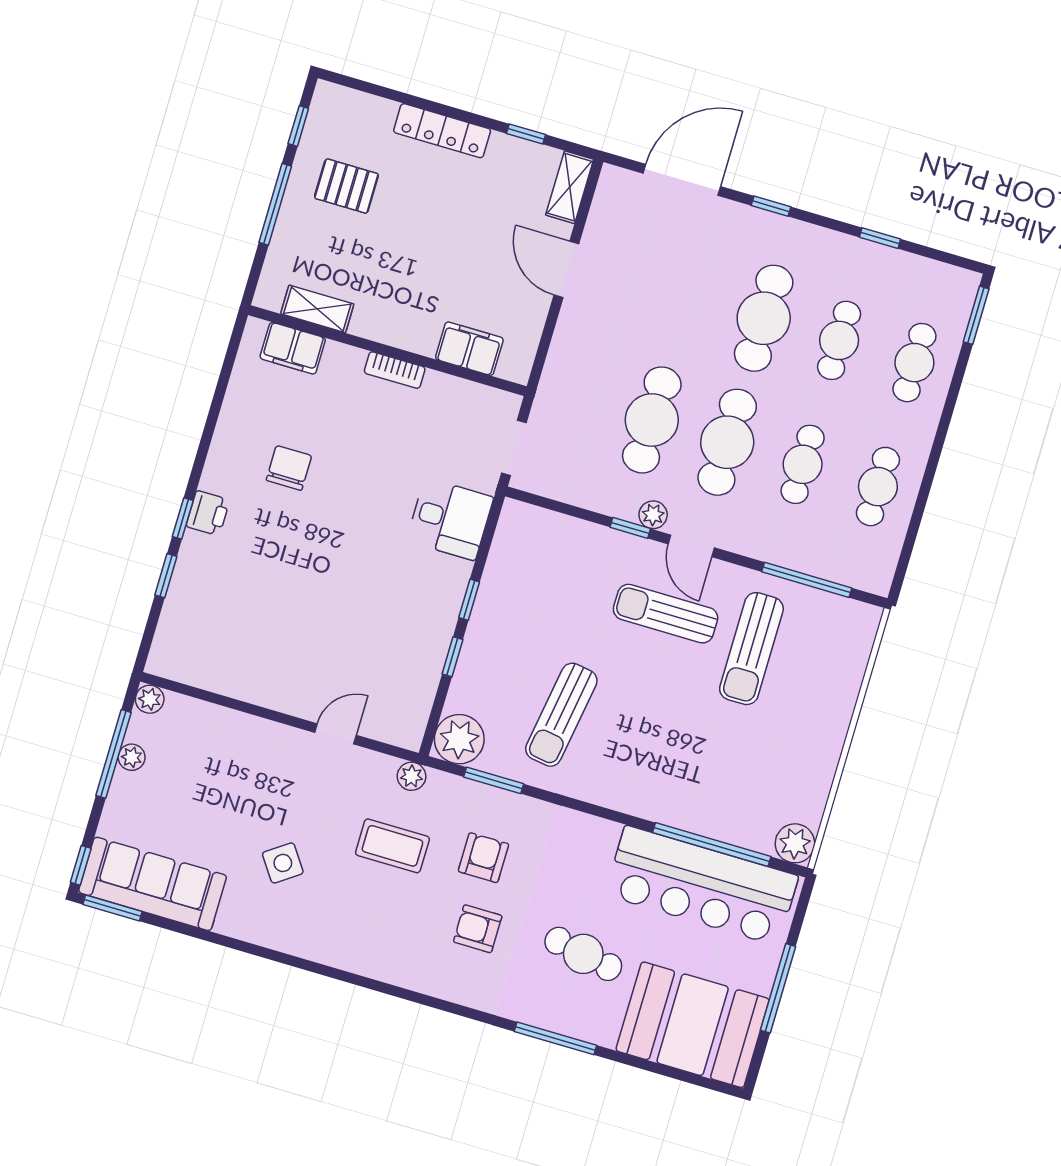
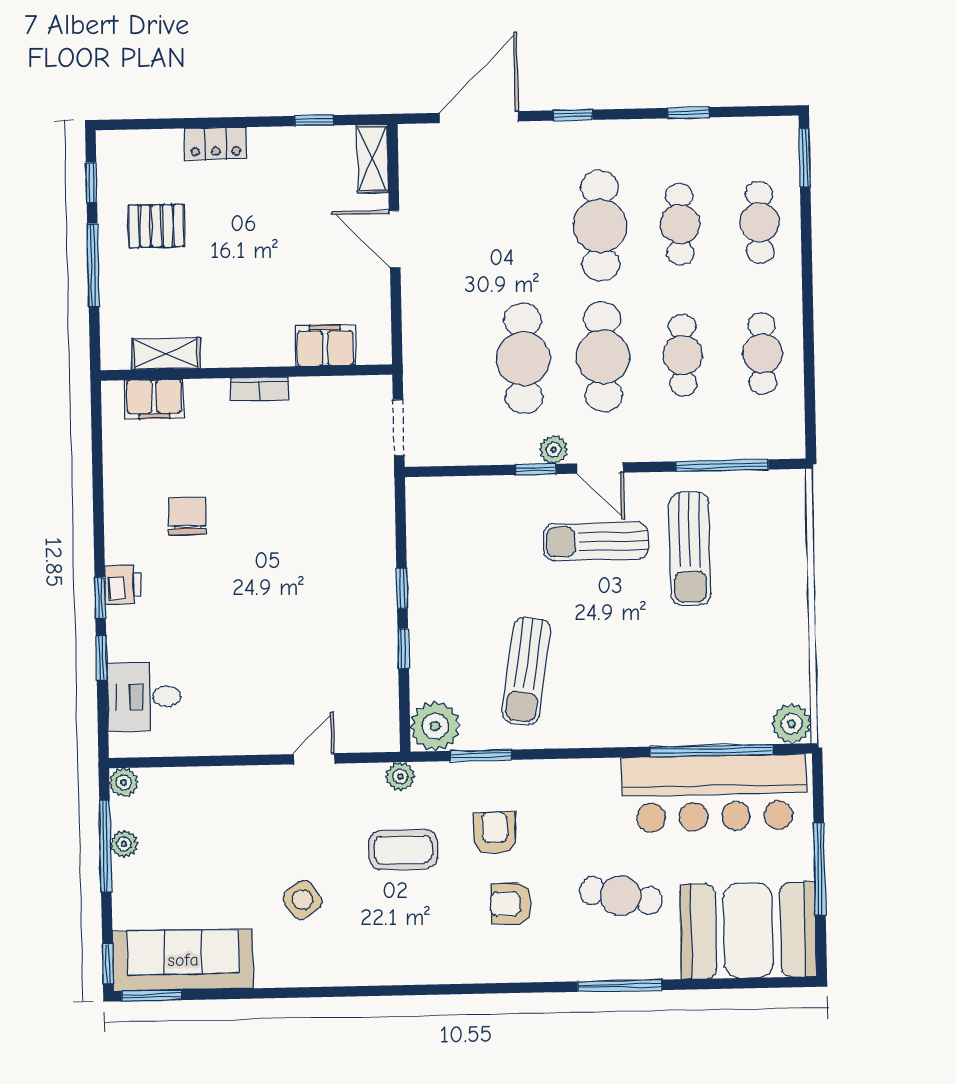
locker: (442, 131) -> (216, 143), width x0.66
desk: (450, 519) -> (144, 697), moved, turned 180

